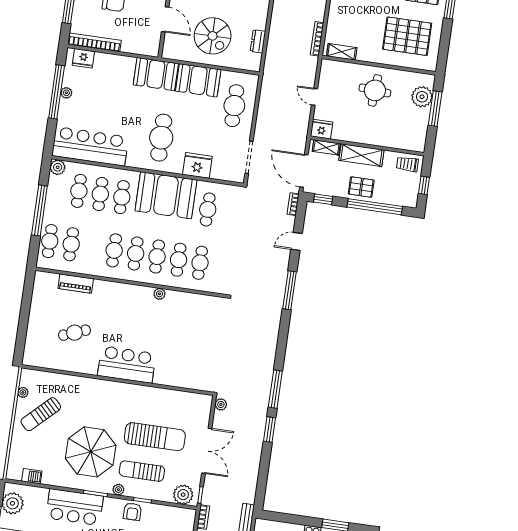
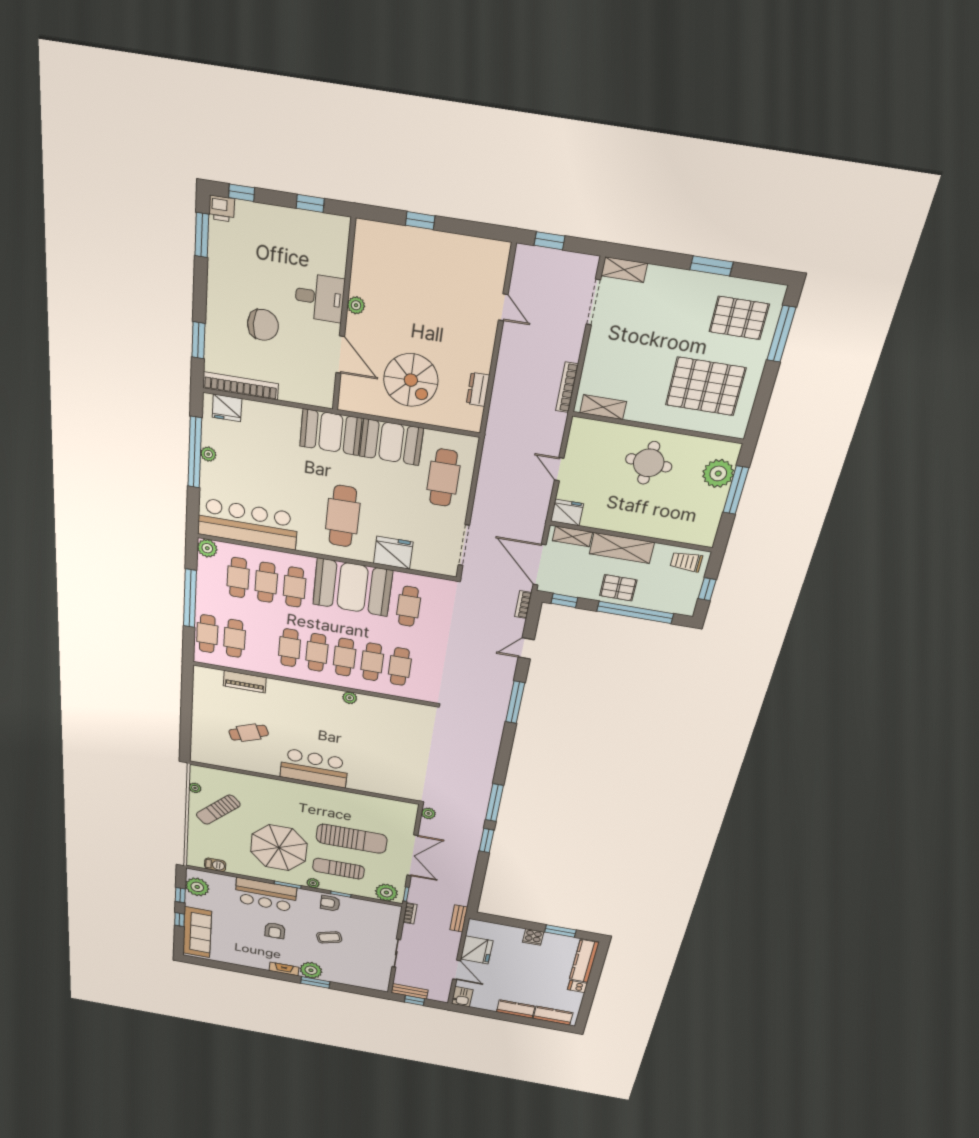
armchair: (132, 512) -> (330, 903), turned 90

